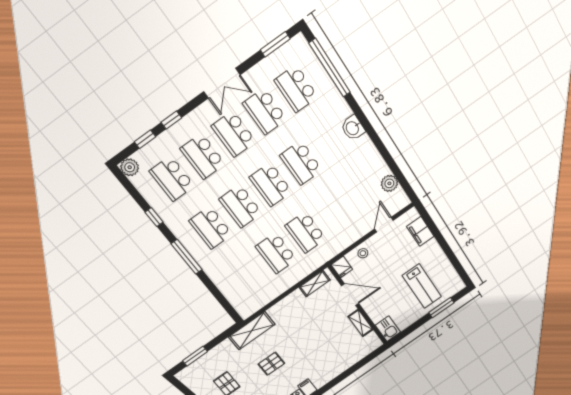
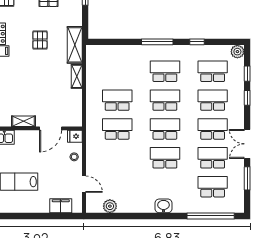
window: (275, 44) -> (247, 178), moved
shelving: (315, 284) -> (77, 76), moved

